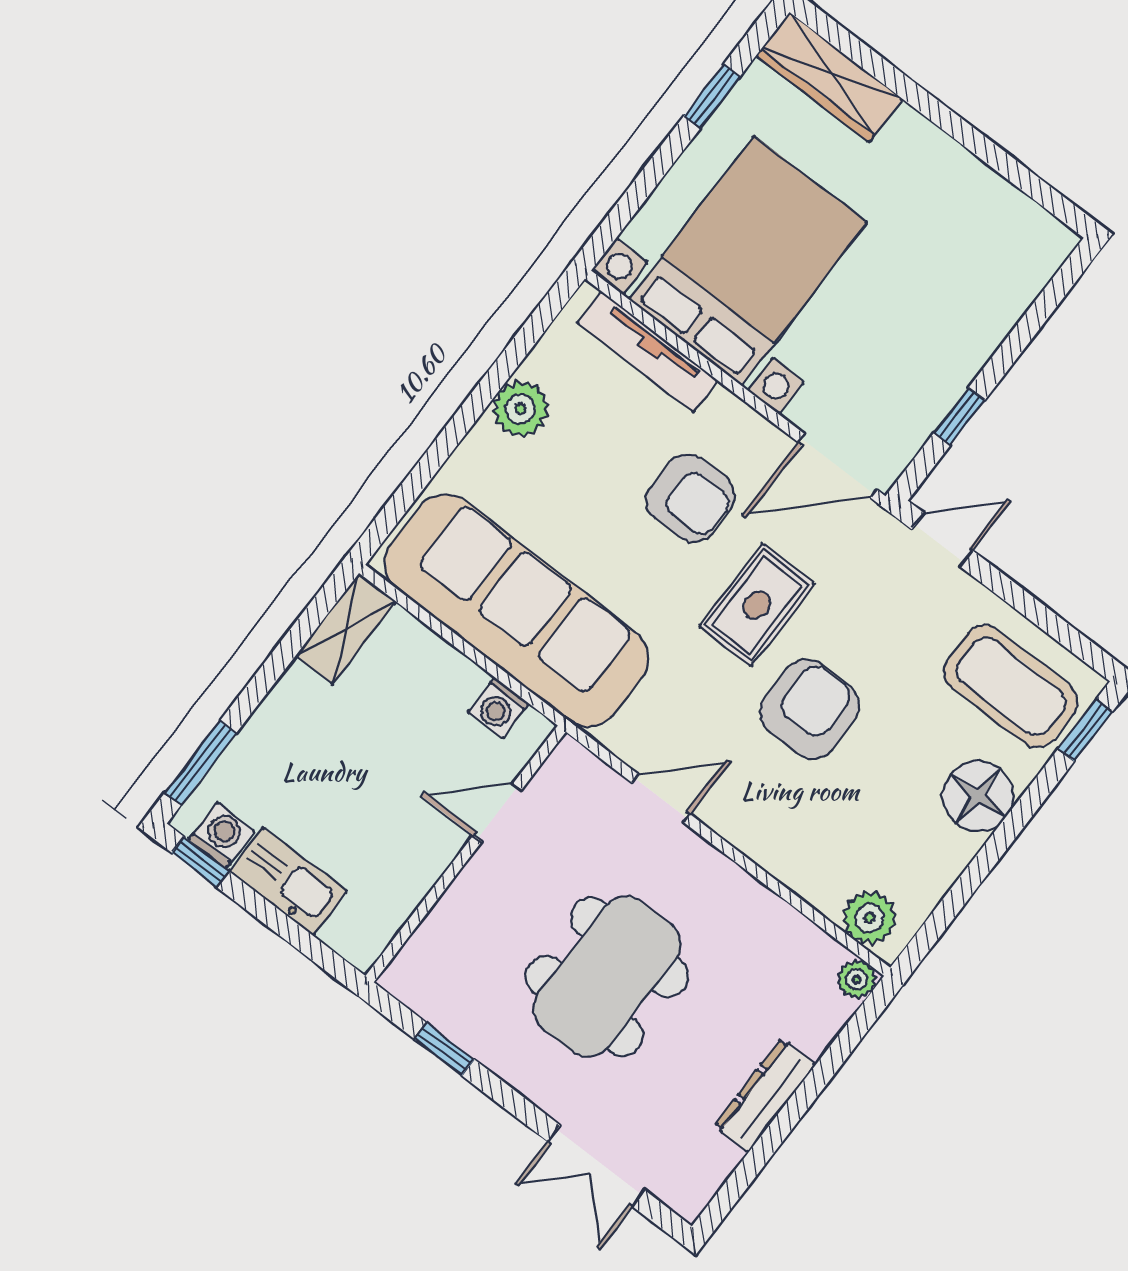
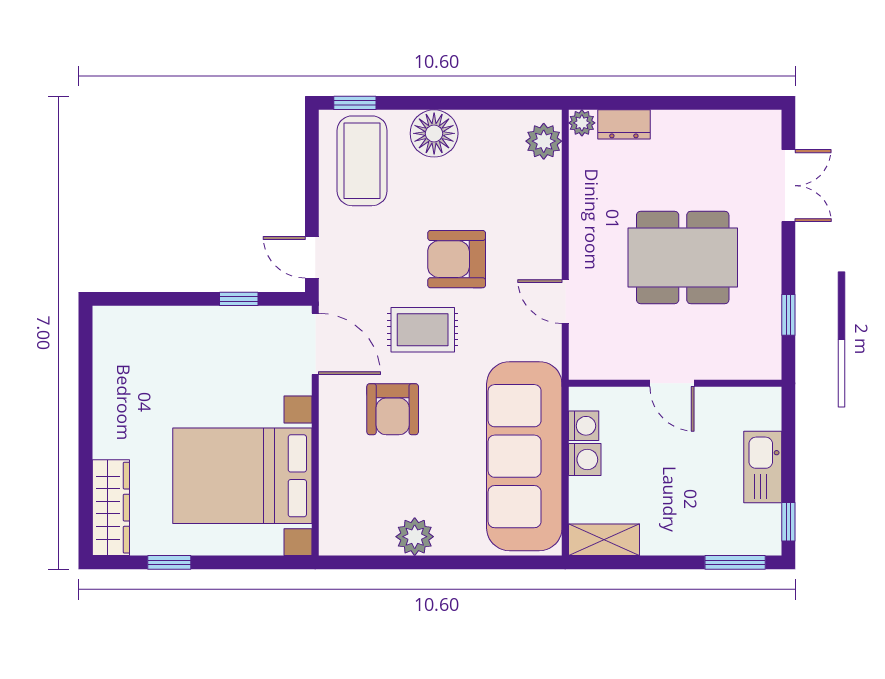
tv unit: (647, 352) -> (332, 492), removed
armchair: (691, 498) -> (393, 409), turned 180
door: (497, 813) -> (672, 383), moved
washing machine: (221, 835) -> (585, 460), moved, turned 180
dresser: (765, 1095) -> (624, 124), moved, width x0.70

